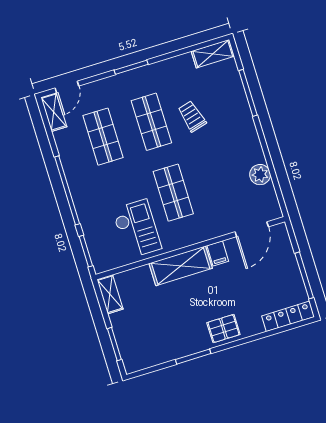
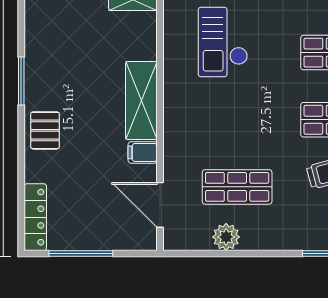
shop shelf: (173, 193) -> (237, 187), moved
checkout: (137, 229) -> (223, 42), moved, turned 90

